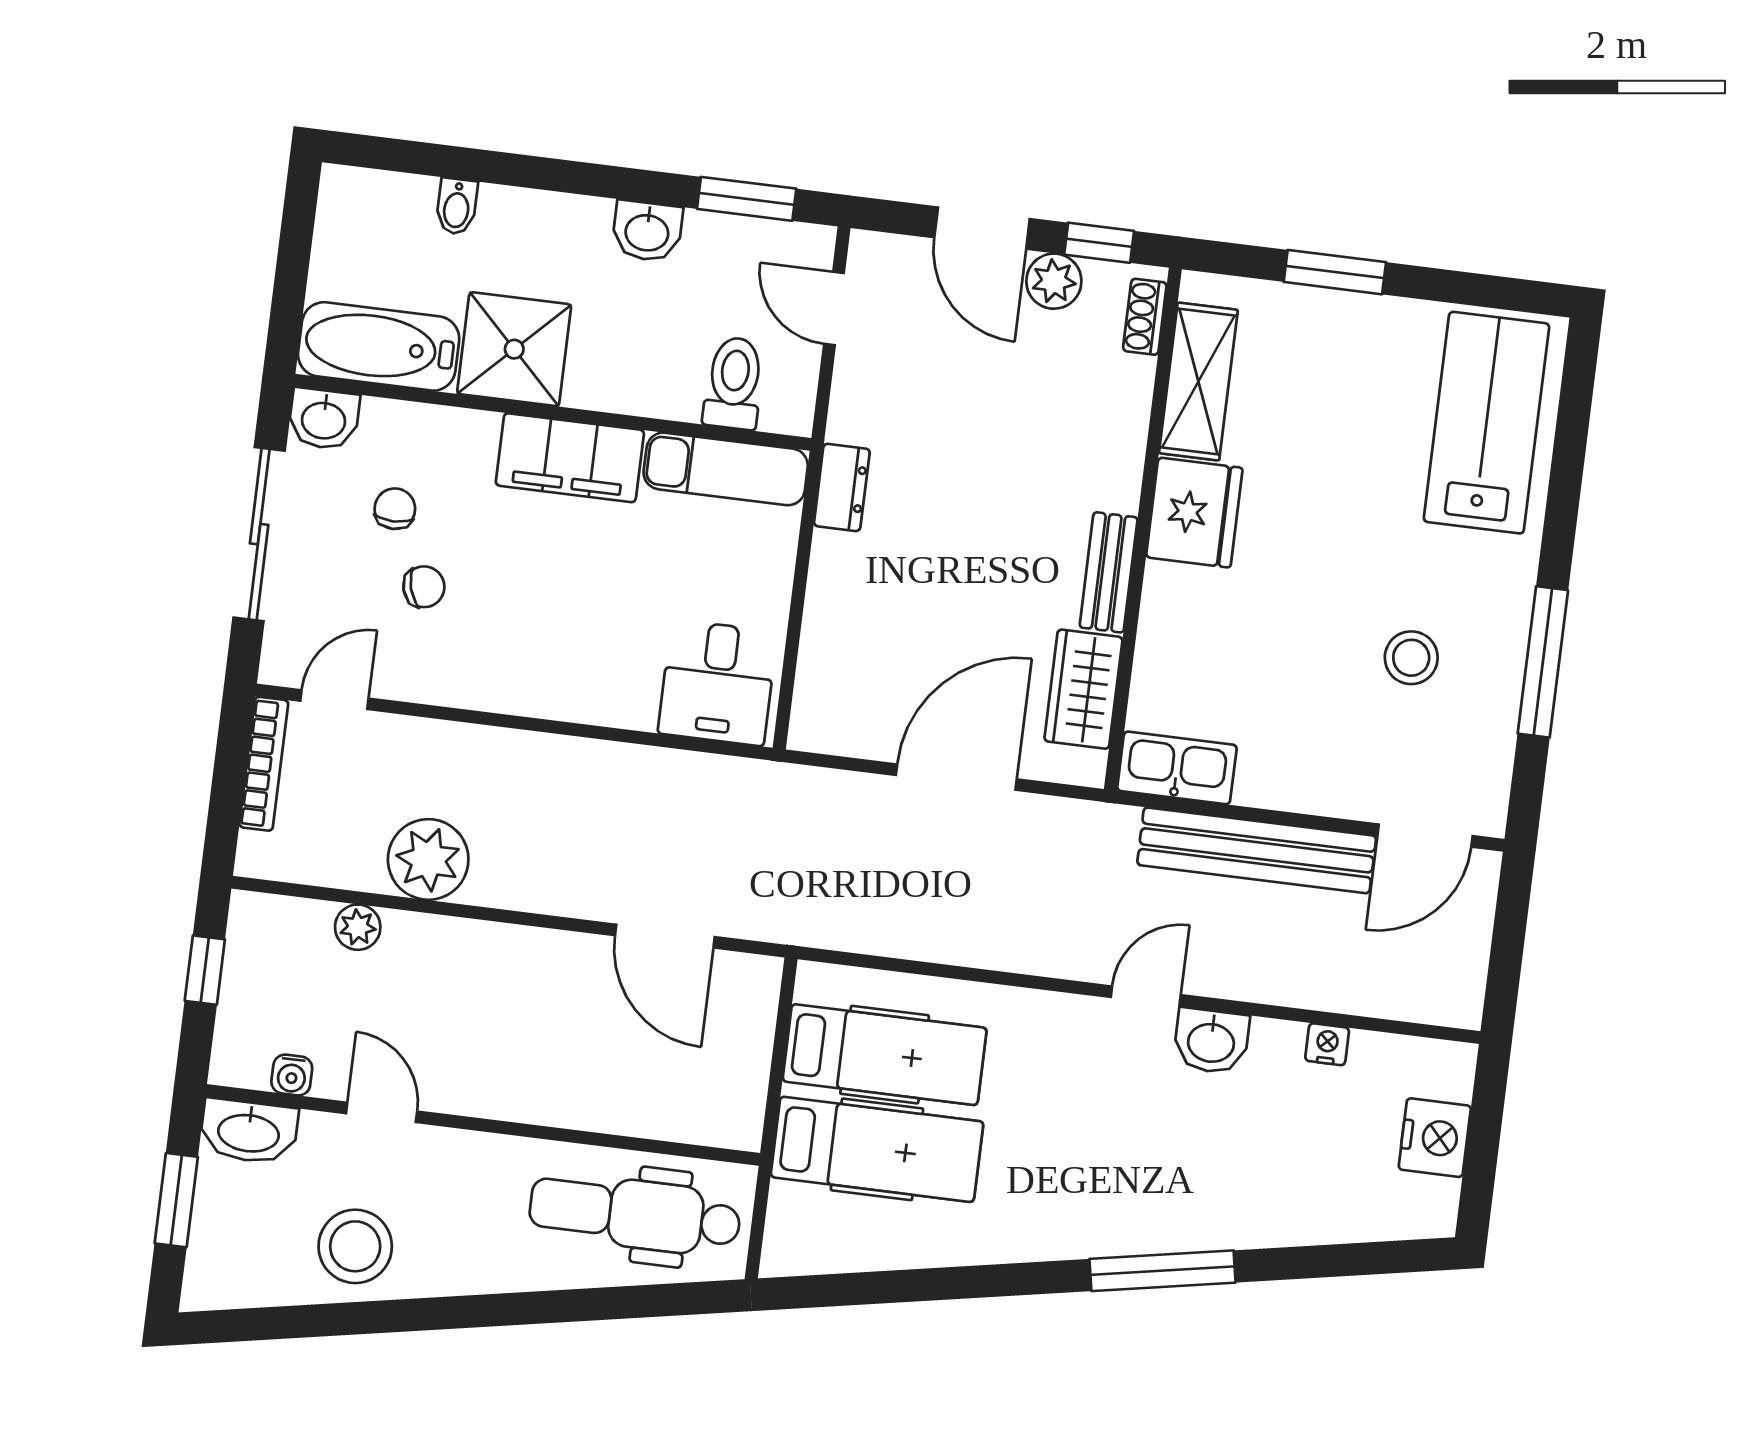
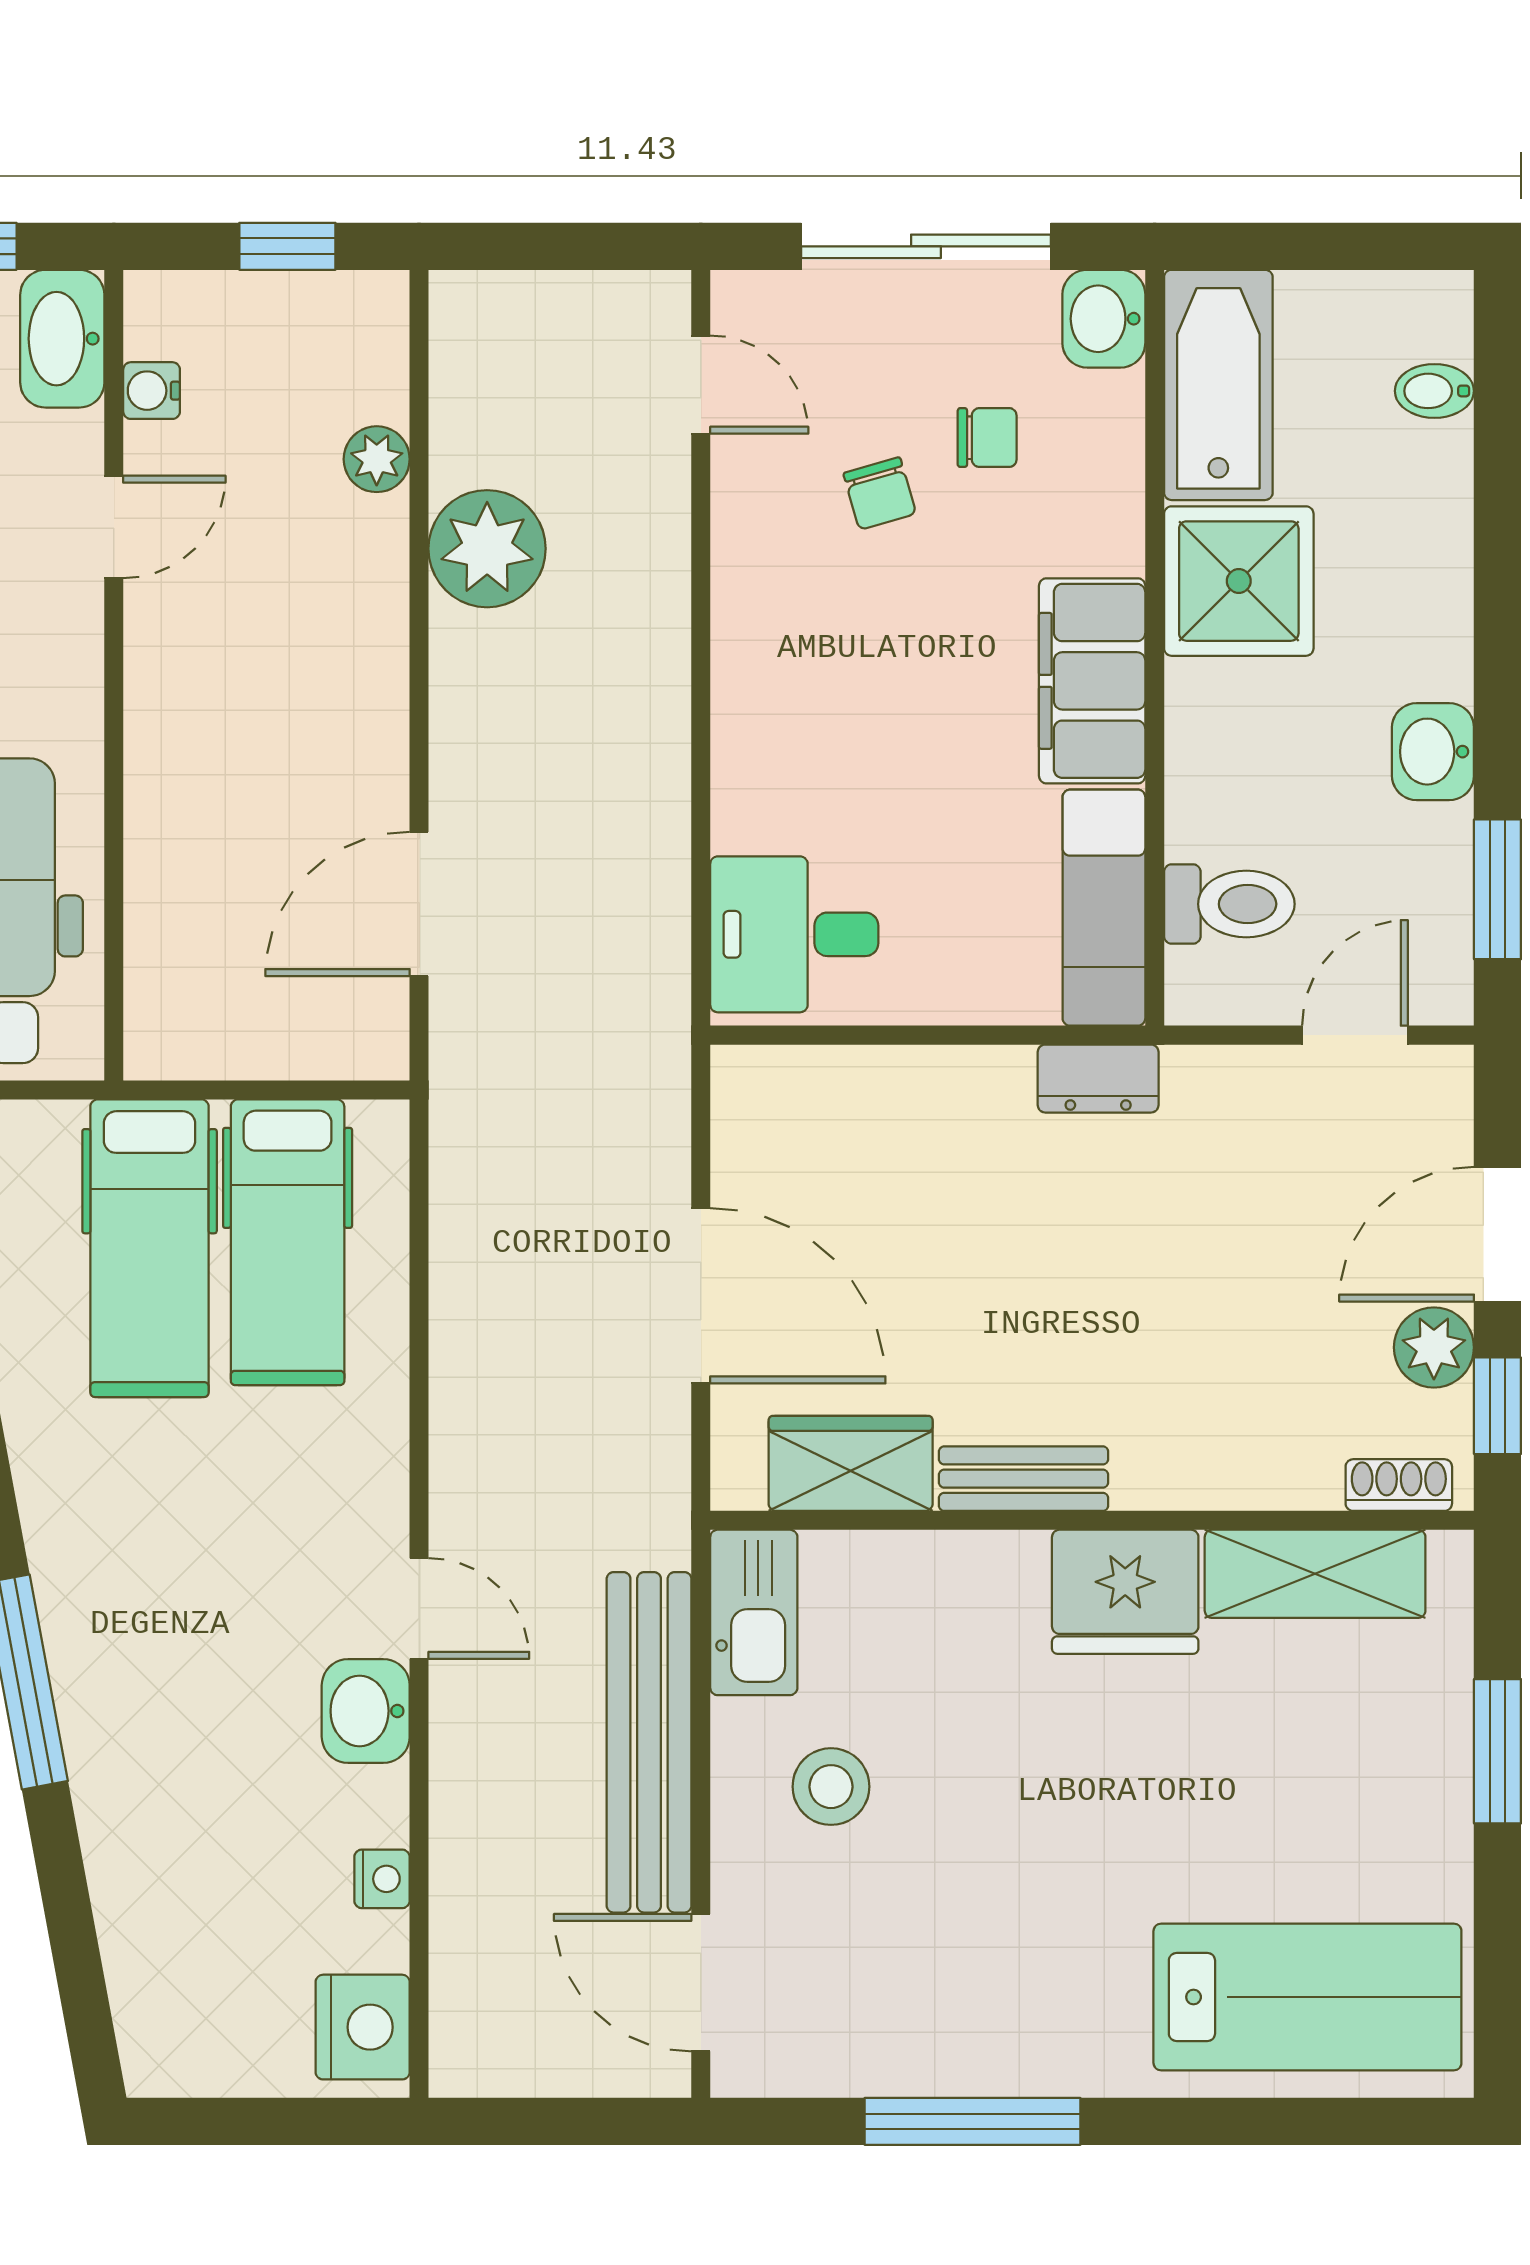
bidet: (457, 206) -> (1434, 391), moved
stool: (1411, 658) -> (831, 1787), moved
bookcase: (264, 764) -> (596, 294), removed
nightstand: (1435, 1138) -> (363, 2027), moved, turned -90

